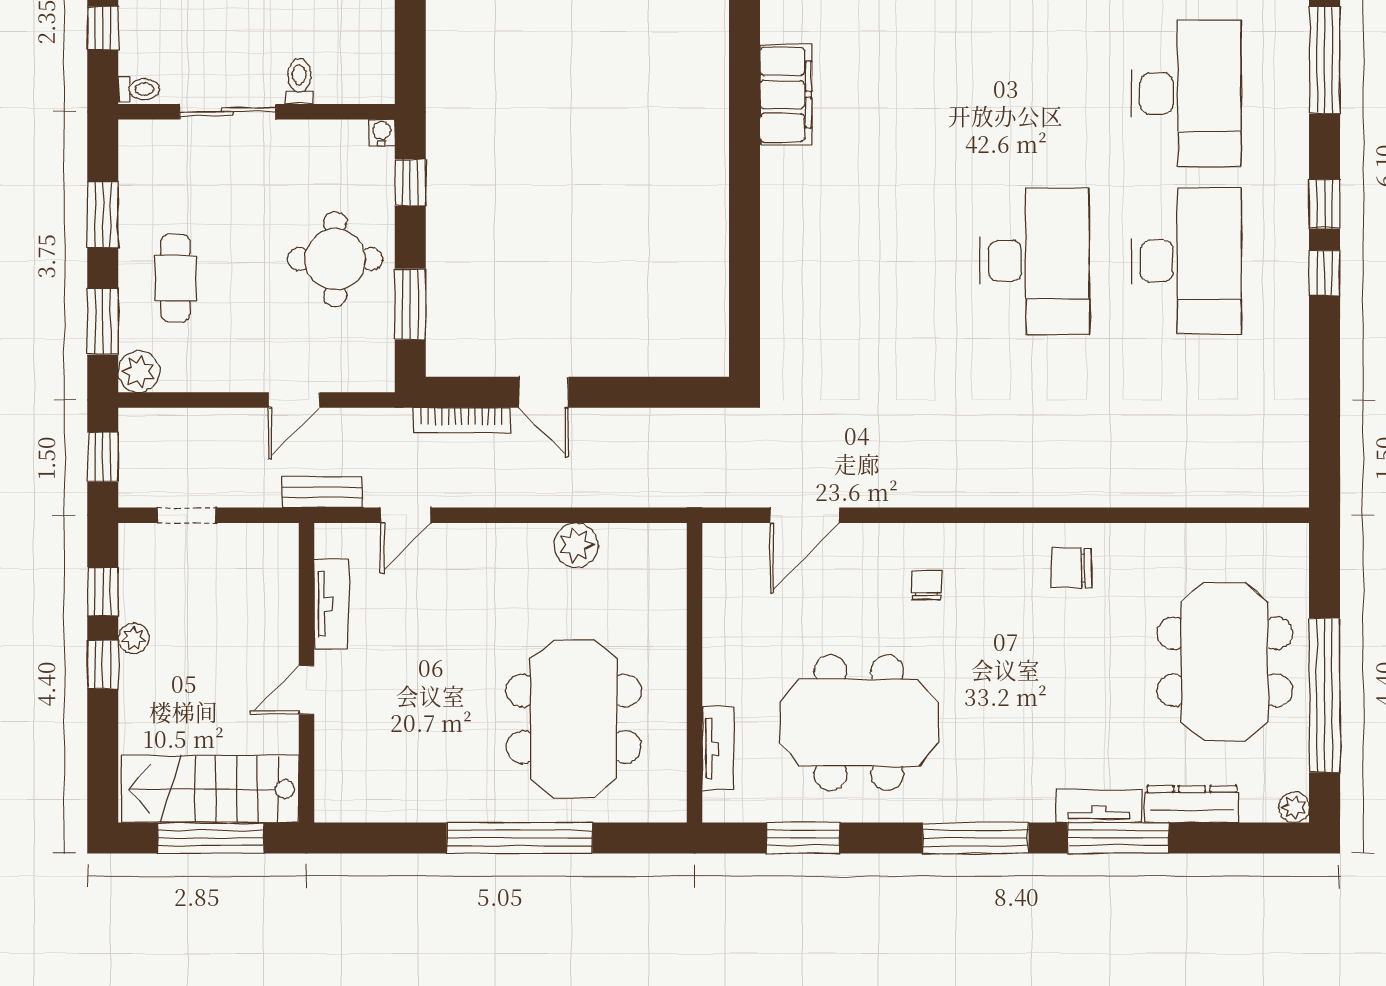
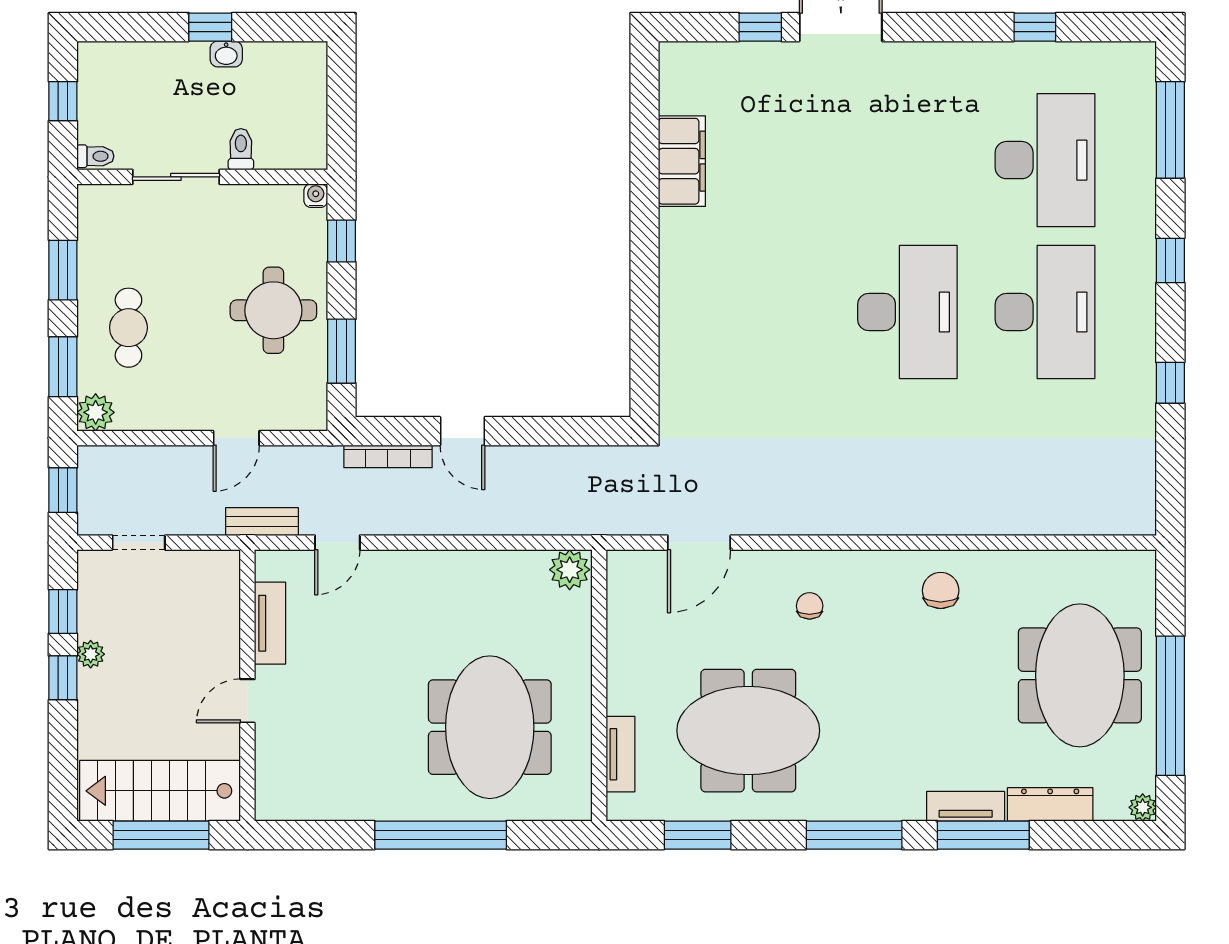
window: (1325, 273) -> (1170, 383), moved
plant: (576, 545) -> (570, 570), moved
chair: (1071, 568) -> (941, 590), turned 90

